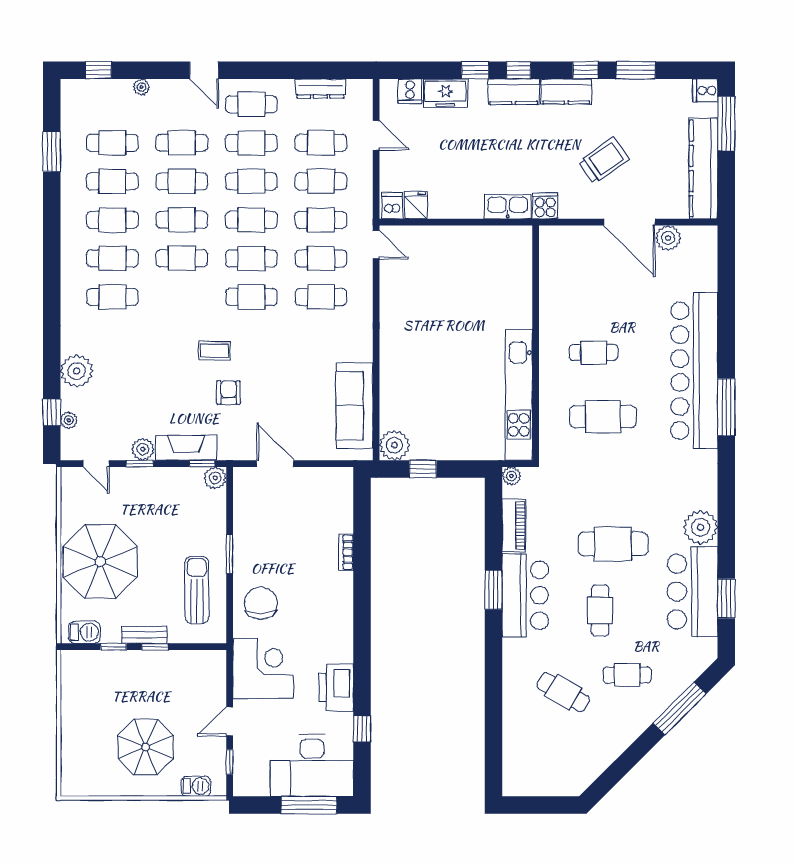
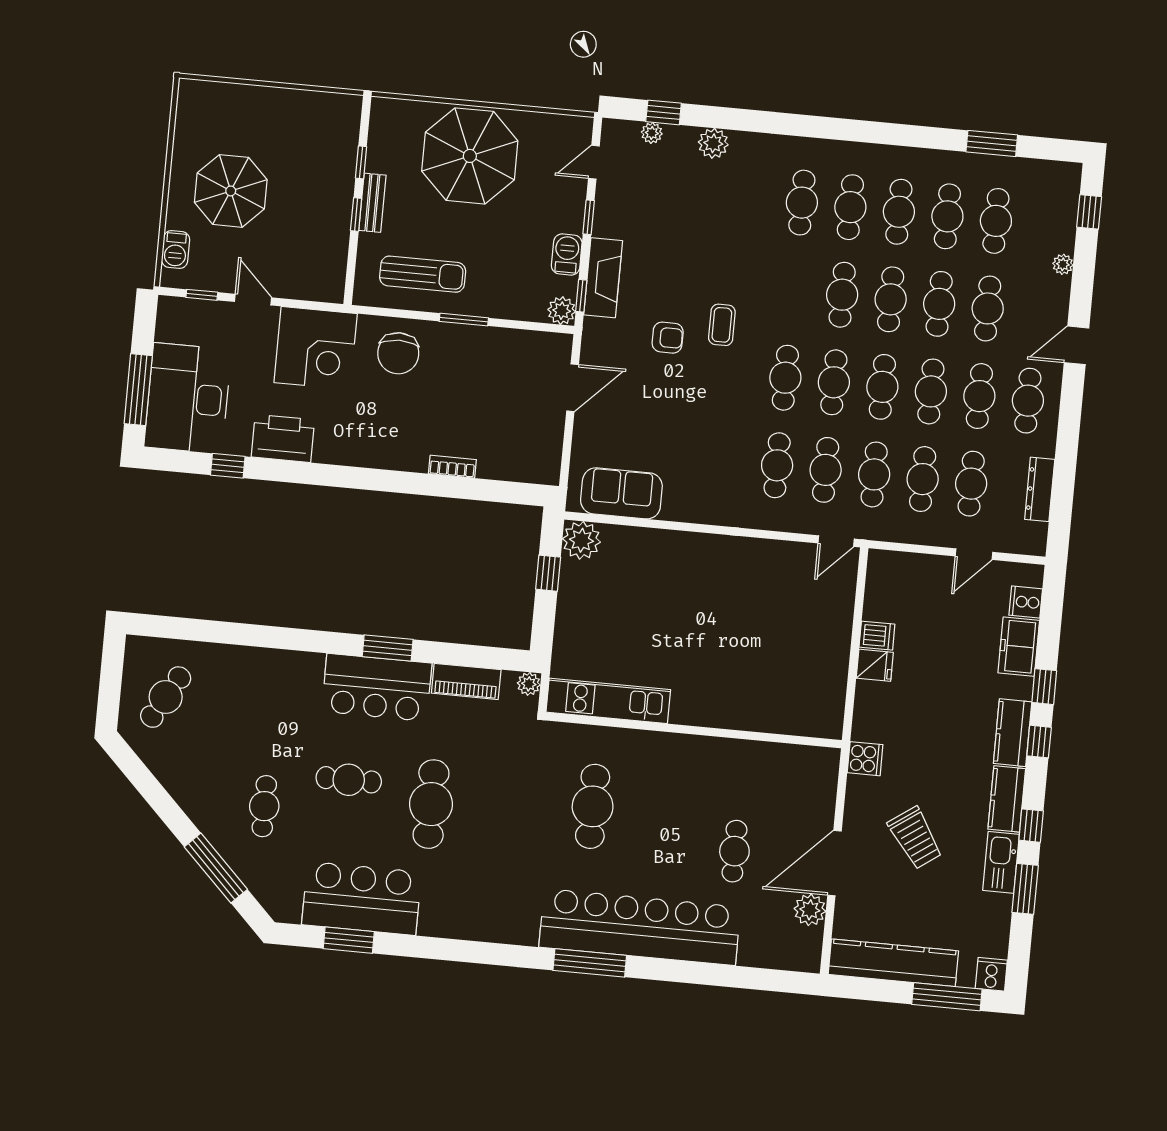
fridge: (416, 205) -> (875, 665), moved
dishwasher: (392, 206) -> (877, 636), moved
kitchen sink: (508, 207) -> (1001, 862), moved, turned 180
cafe table: (594, 353) -> (734, 851), moved
plant: (77, 371) -> (713, 143), width x0.73, depth x0.73
kitchen unit: (519, 395) -> (608, 701), width x0.73
sofa: (355, 406) -> (621, 493), width x0.73
plant: (143, 449) -> (606, 223), removed
plant: (701, 527) -> (441, 916), removed
chair: (261, 603) -> (398, 353), turned 90
barbecue: (84, 632) -> (567, 255), moved, turned 180
cafe table: (563, 692) -> (166, 697), moved

